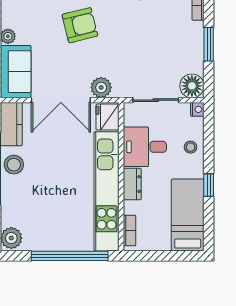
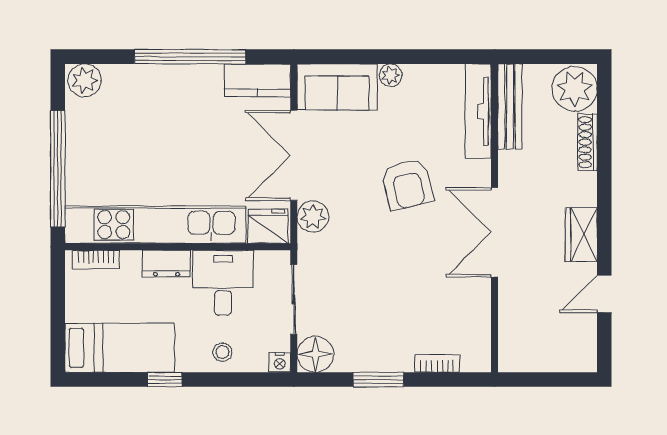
stool: (14, 165) -> (196, 84), removed

